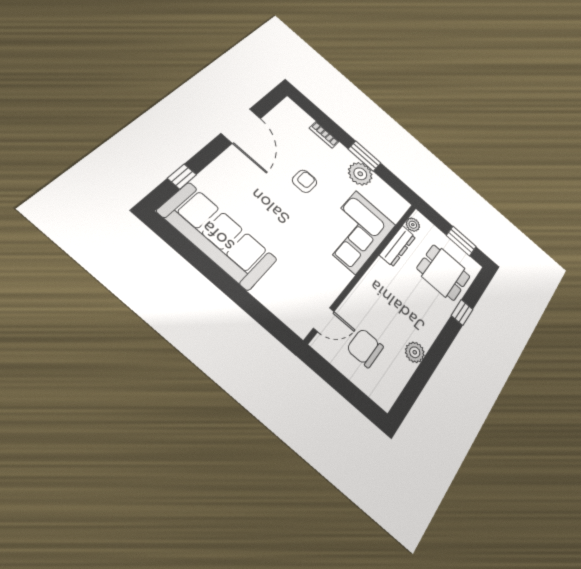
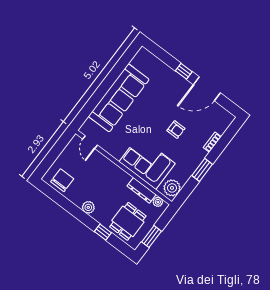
plant: (360, 174) -> (172, 188), moved
window: (182, 176) -> (184, 71), moved
sofa: (218, 236) -> (119, 98), moved
chair: (365, 348) -> (62, 180), moved
plant: (415, 352) -> (88, 207), moved

